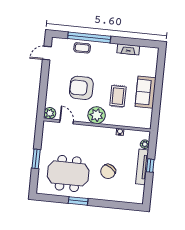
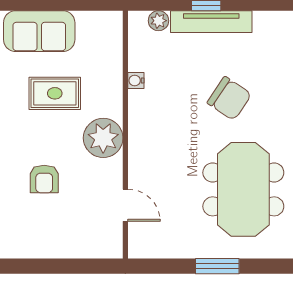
armchair: (81, 88) -> (44, 179), width x0.53, depth x0.53
plant: (50, 113) -> (110, 245), removed
door: (66, 122) -> (125, 205), swing flipped

